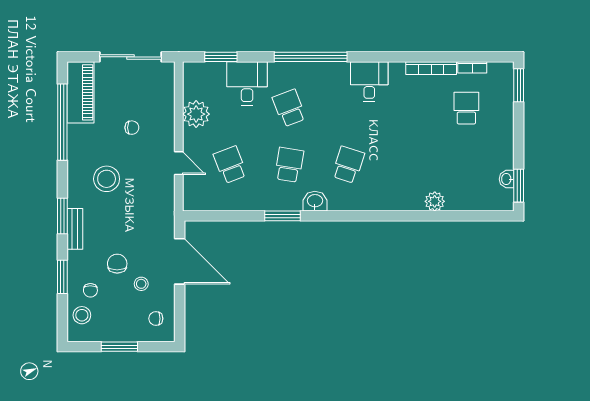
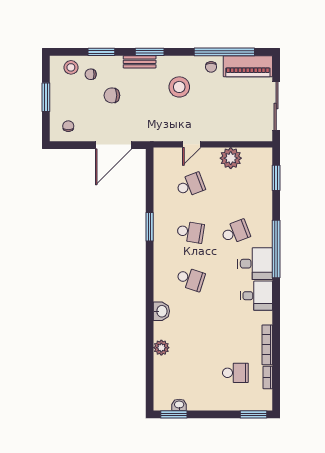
desk: (247, 83) -> (255, 264), moved
chair: (132, 128) -> (211, 67), moved
washbasin: (315, 201) -> (161, 311), moved
chair: (117, 264) -> (112, 95), turned 180
stool: (141, 284) -> (96, 115), removed

